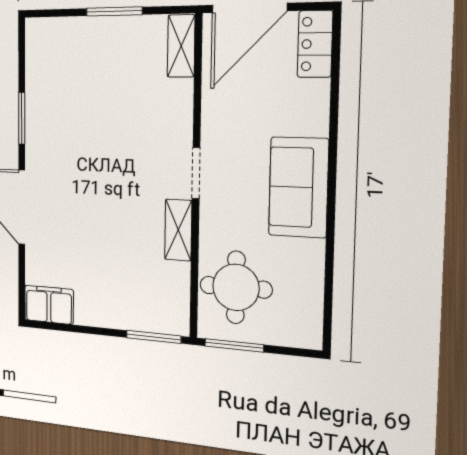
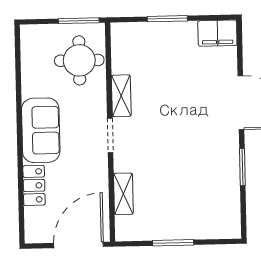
locker: (315, 44) -> (34, 185), moved
shelving: (181, 46) -> (123, 194), moved
window: (154, 337) -> (167, 19), moved

